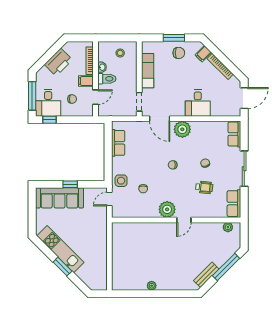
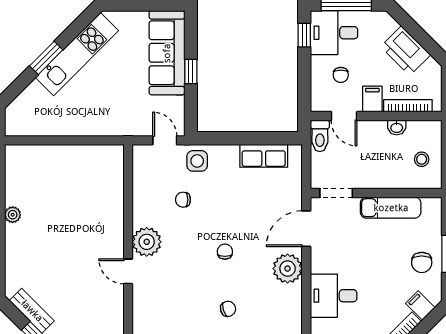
toilet: (107, 79) -> (320, 136), moved
wheelchair: (204, 187) -> (185, 307), removed

